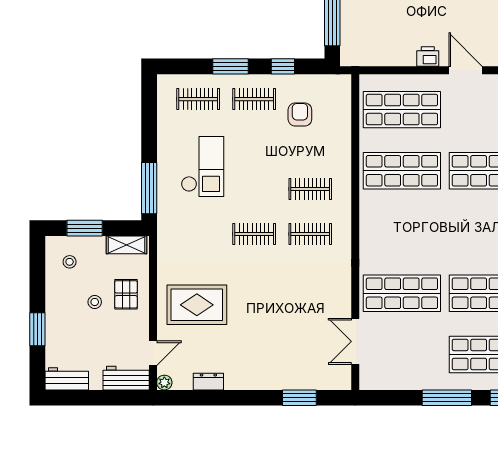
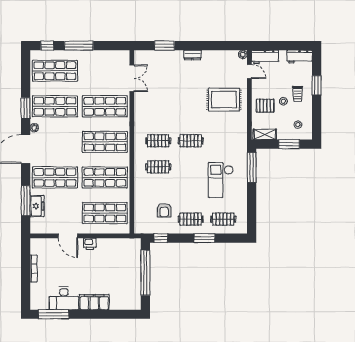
window: (283, 66) -> (161, 238), moved
shop shelf: (402, 232) -> (105, 142), added
pallet: (126, 294) -> (265, 106), turned 90
trolley: (70, 315) -> (298, 94), added
door: (153, 353) -> (249, 71), swing flipped
dresser: (208, 382) -> (192, 55), moved

